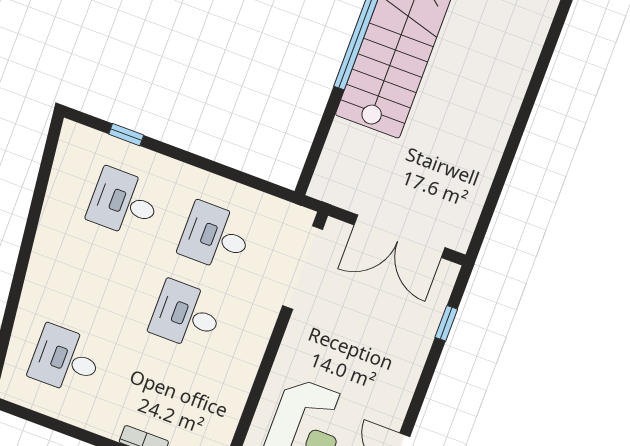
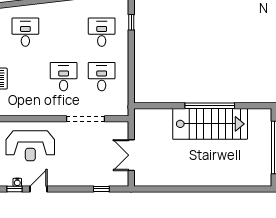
double door: (399, 236) -> (131, 155), width x0.73
doorway: (303, 267) -> (85, 119), moved

